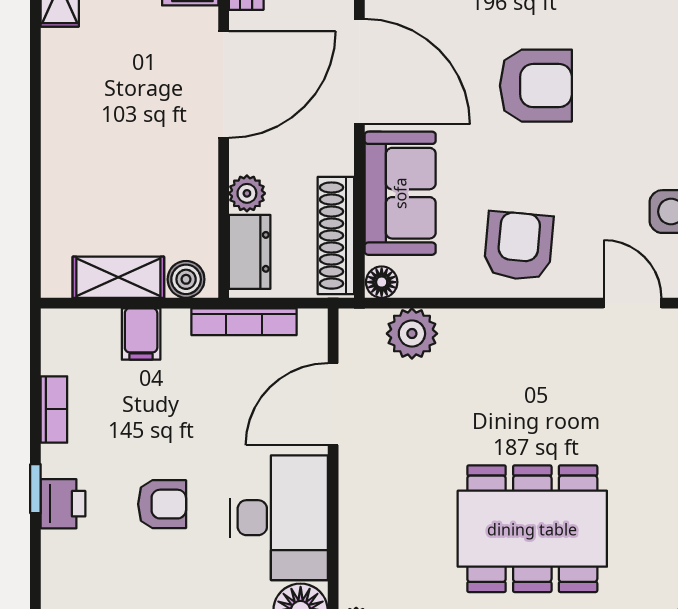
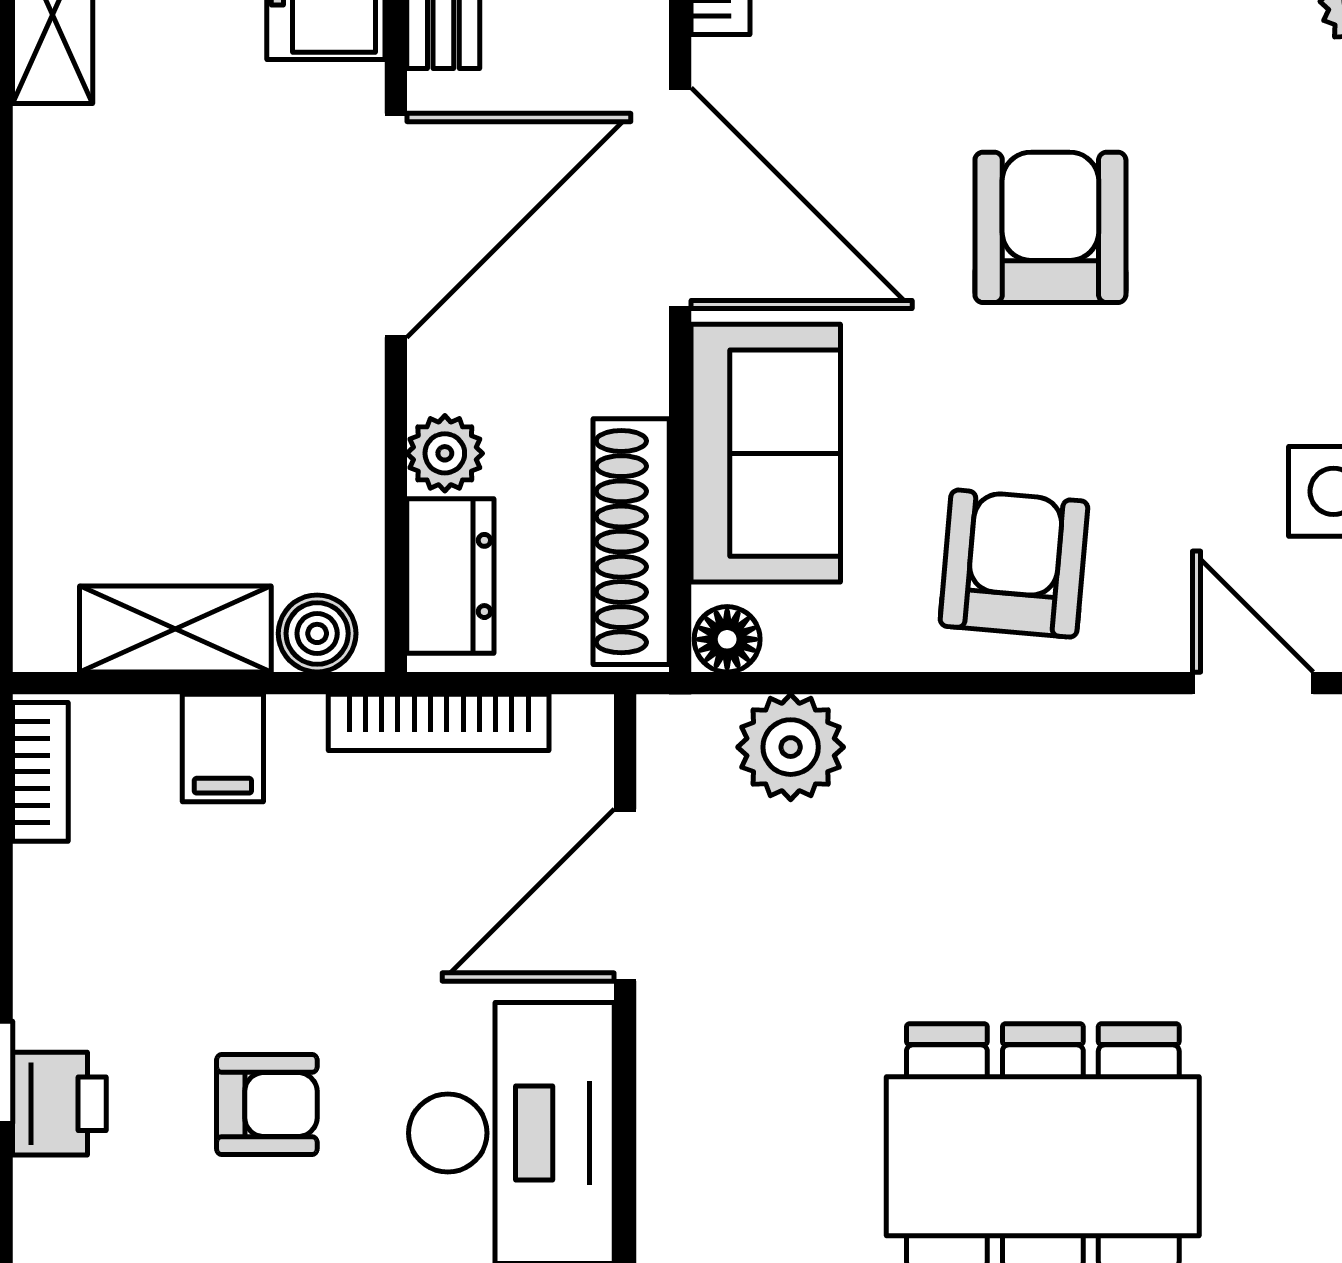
armchair: (536, 86) -> (1050, 227), turned -90
bookcase: (54, 409) -> (40, 772), moved

